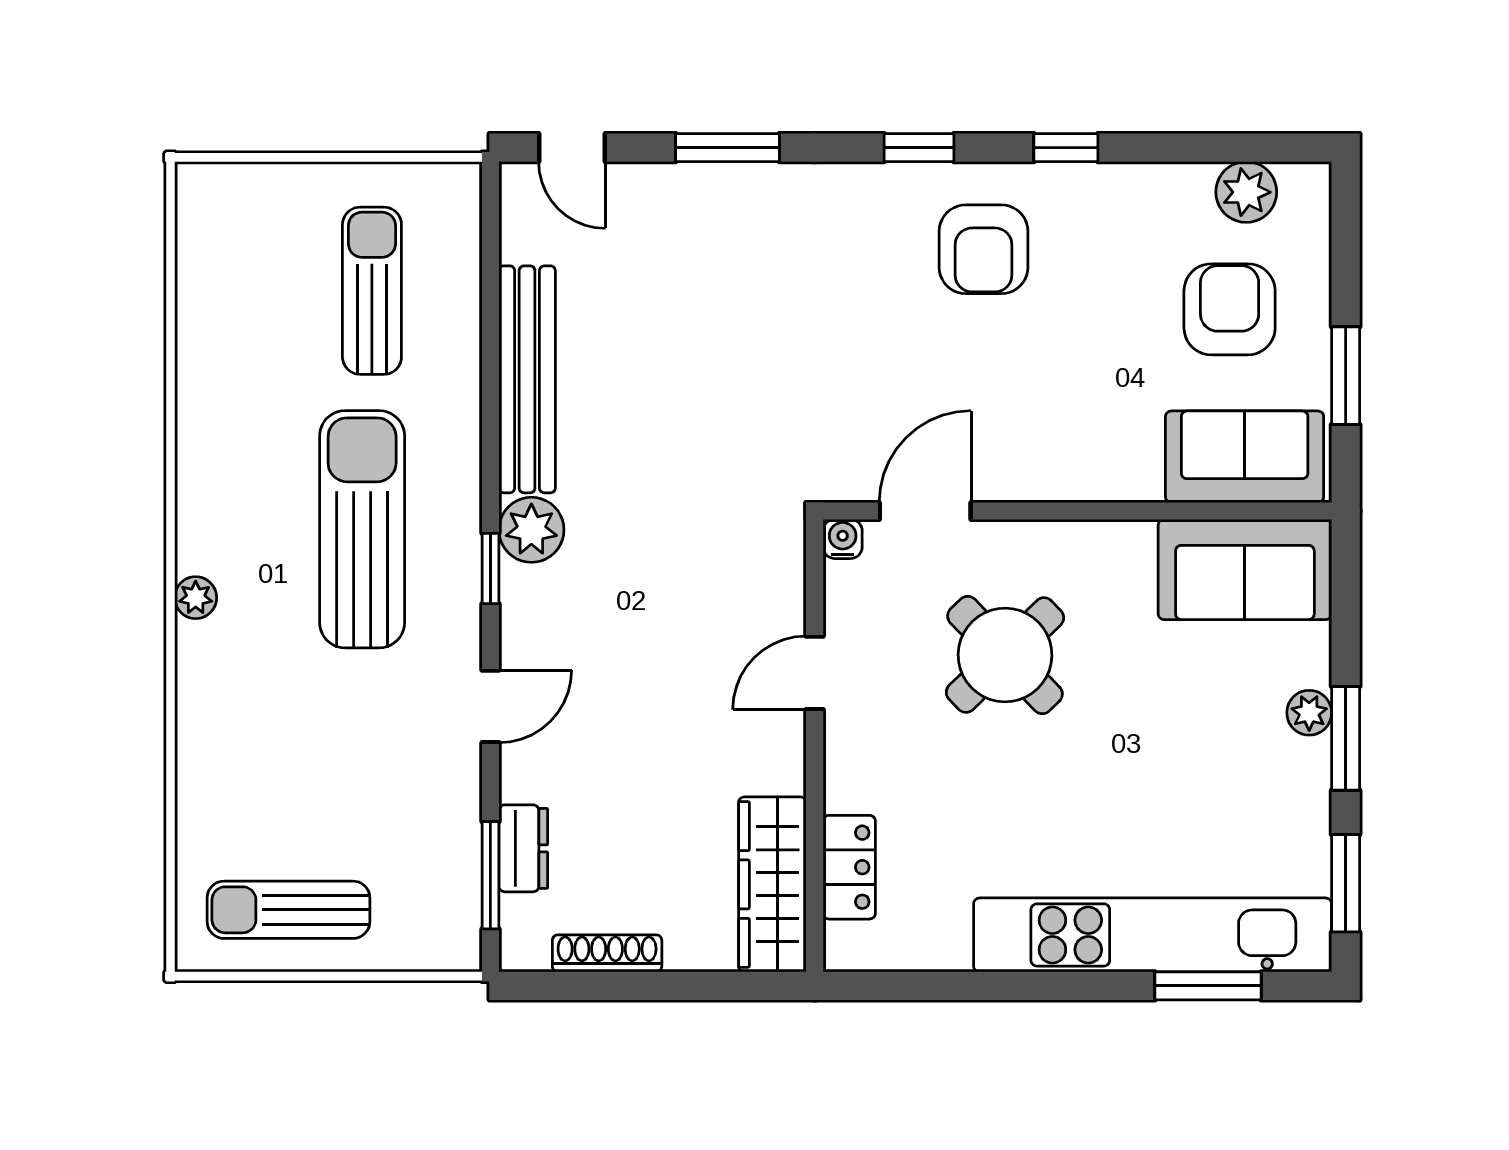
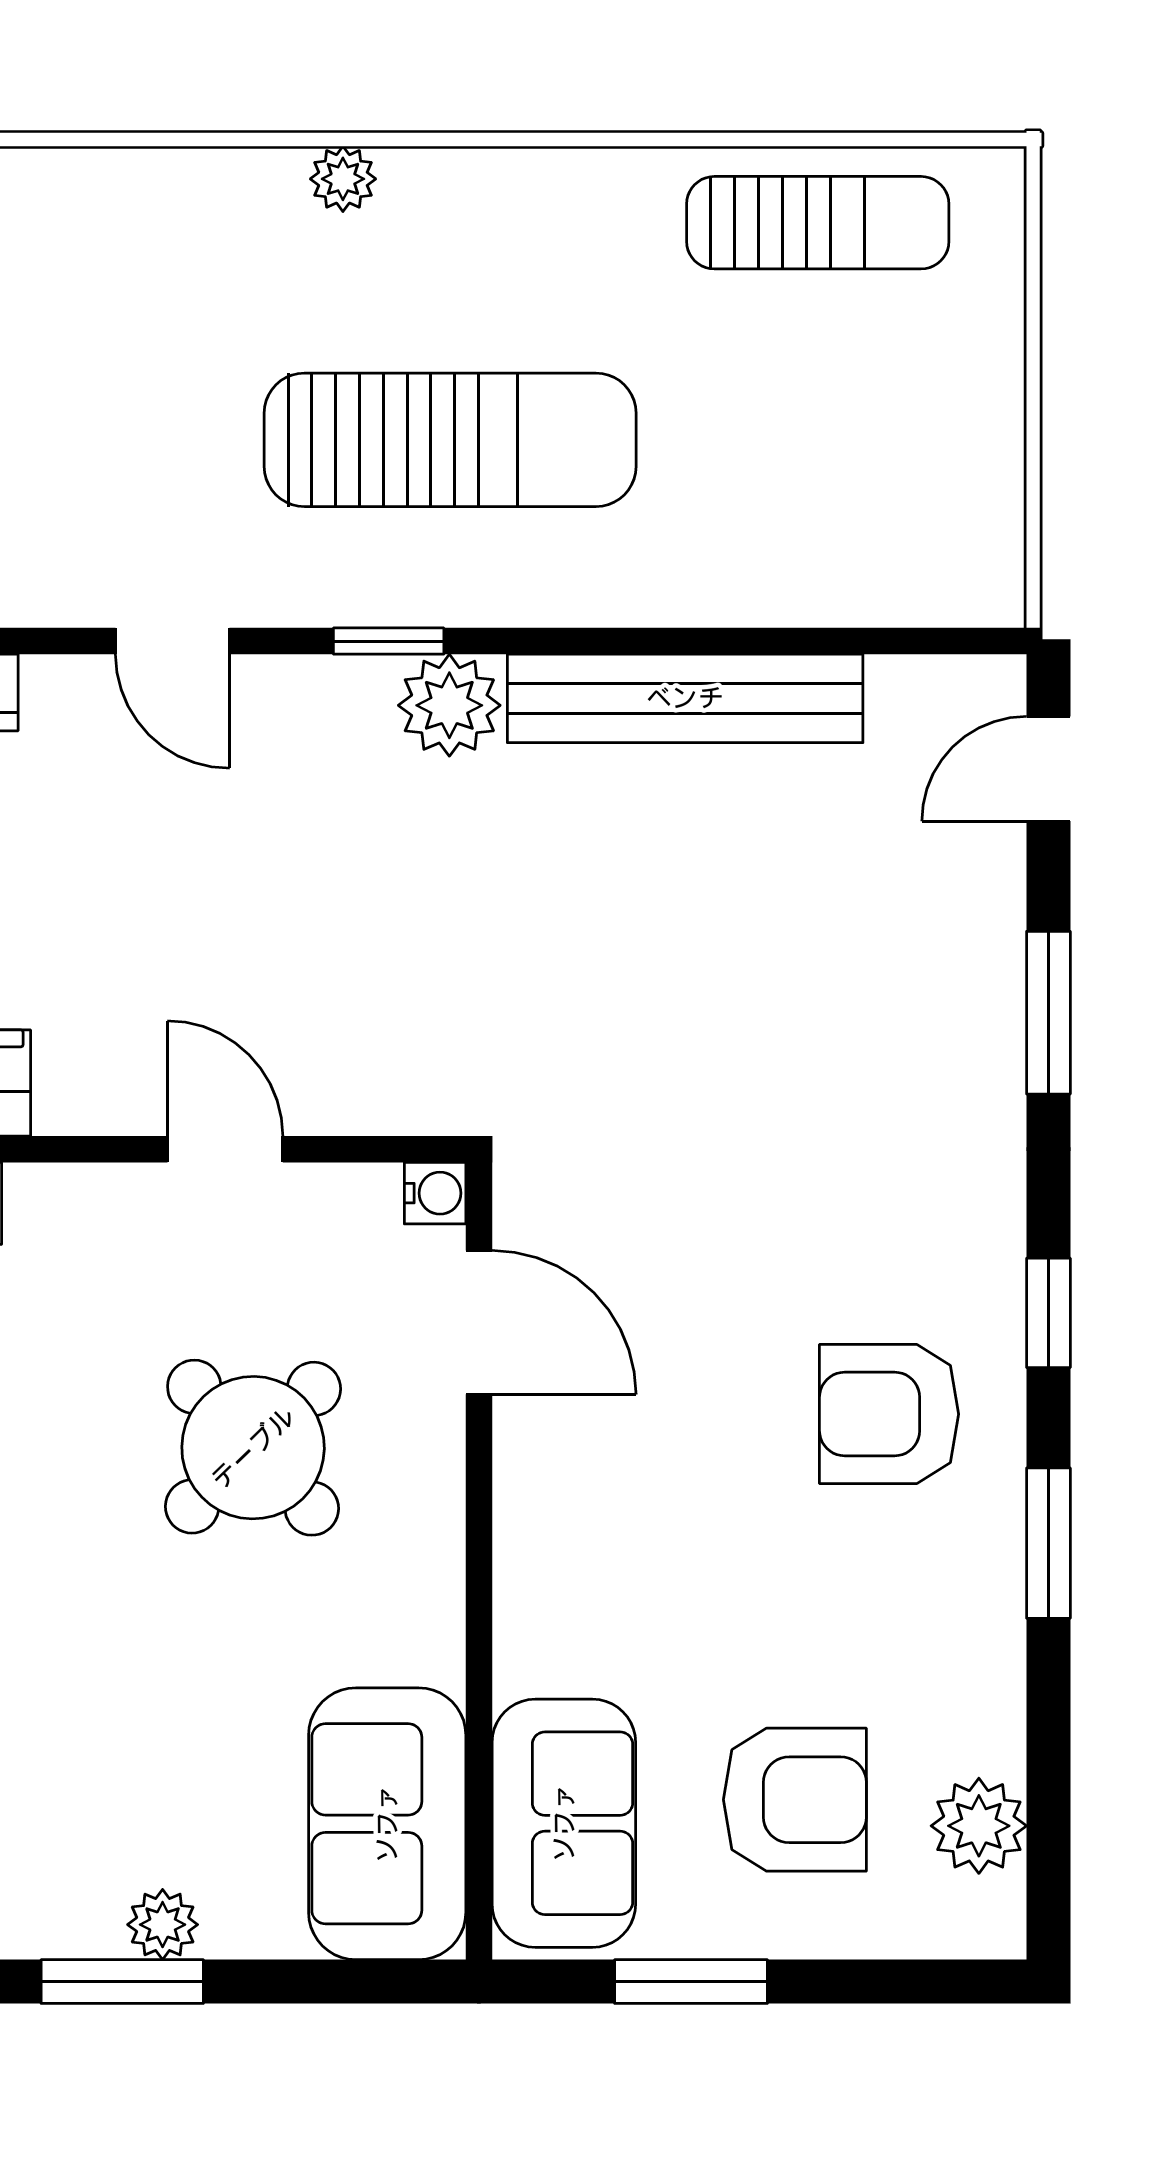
window: (1066, 148) -> (1048, 1543), width x1.50
sun lounger: (372, 291) -> (818, 223), moved

